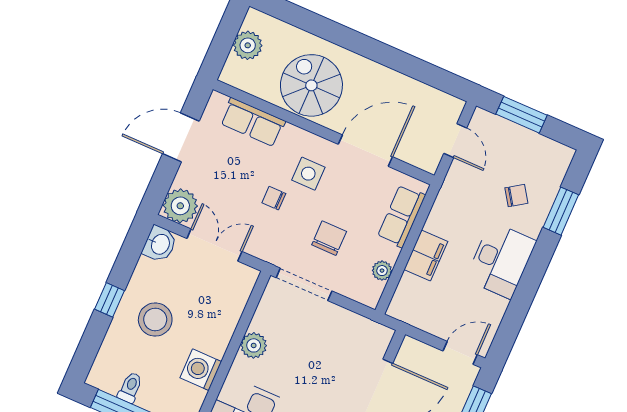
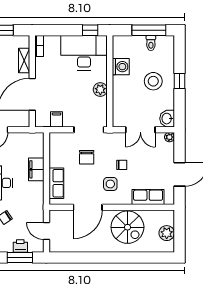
printer: (512, 134) -> (20, 246), added
plant: (180, 206) -> (169, 137), width x0.53, depth x0.53
plant: (382, 271) -> (54, 153), removed
filing cabinet: (352, 327) -> (57, 119), added

